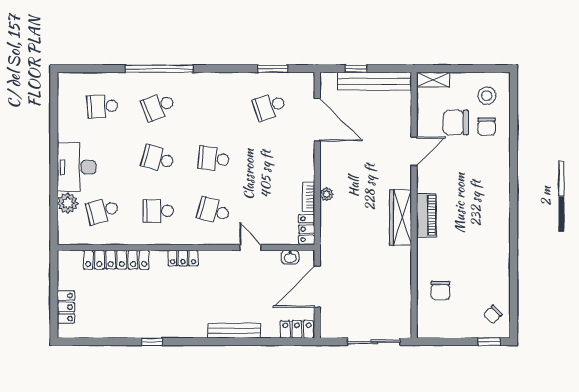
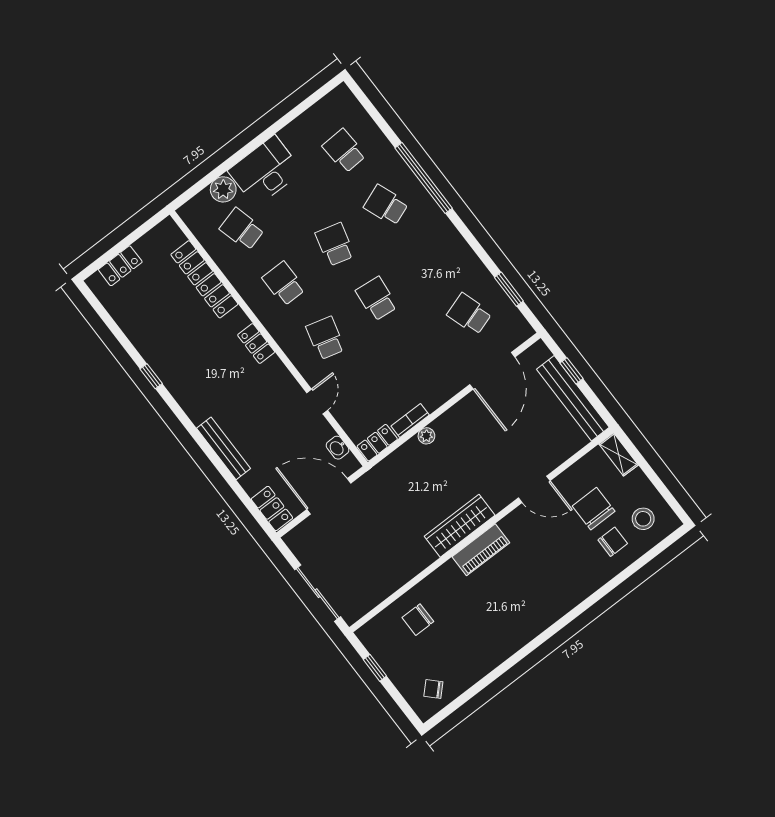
chair: (486, 127) -> (613, 542), turned 180
window: (489, 342) -> (375, 668), moved

